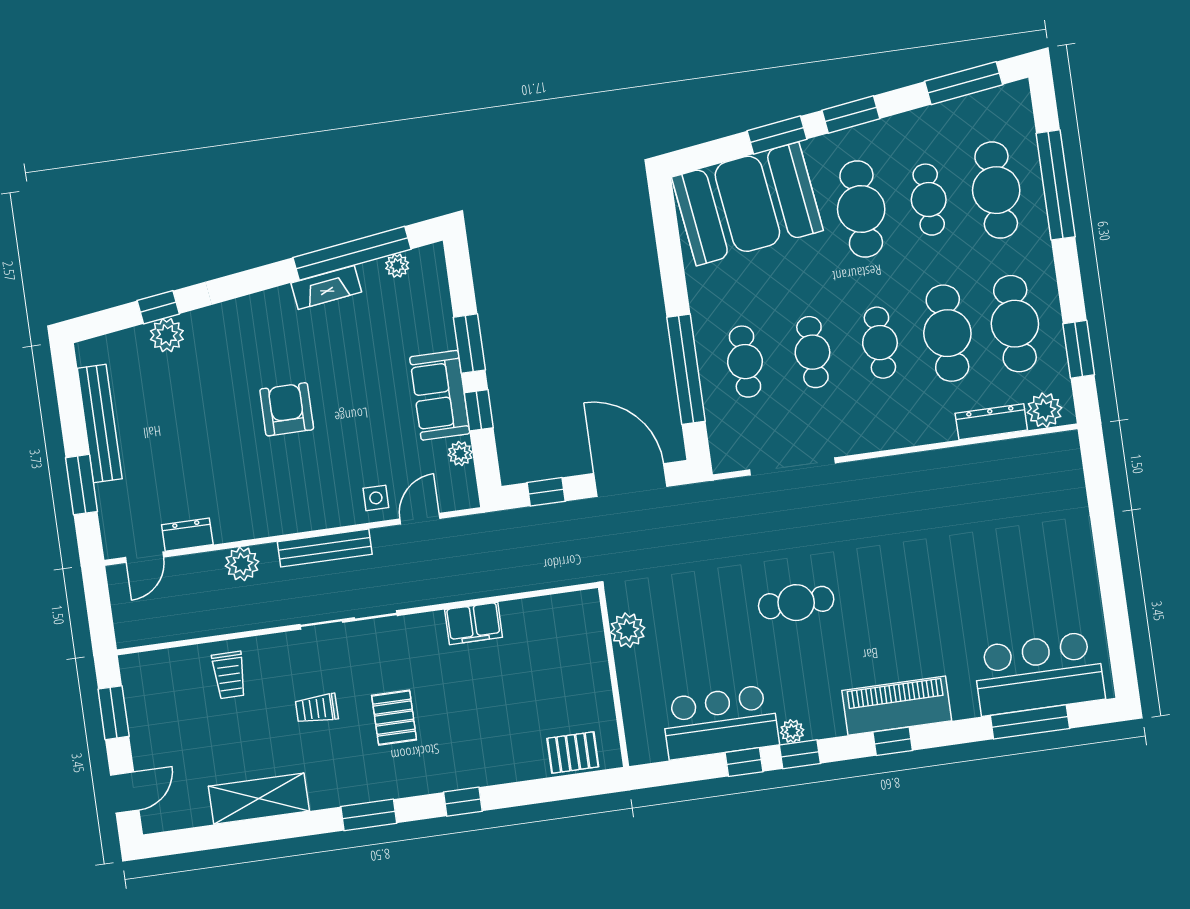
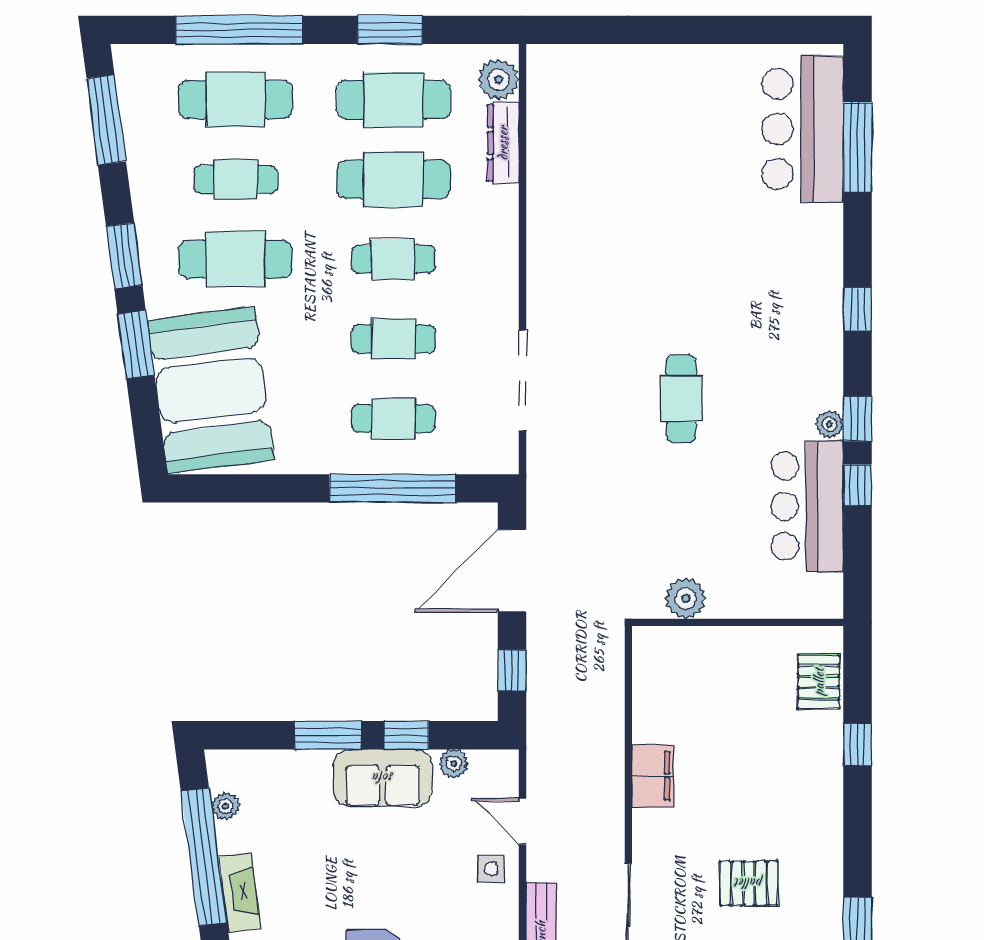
window: (1079, 349) -> (390, 30), moved
piano: (897, 706) -> (817, 299), removed
window: (463, 802) -> (858, 745), moved

